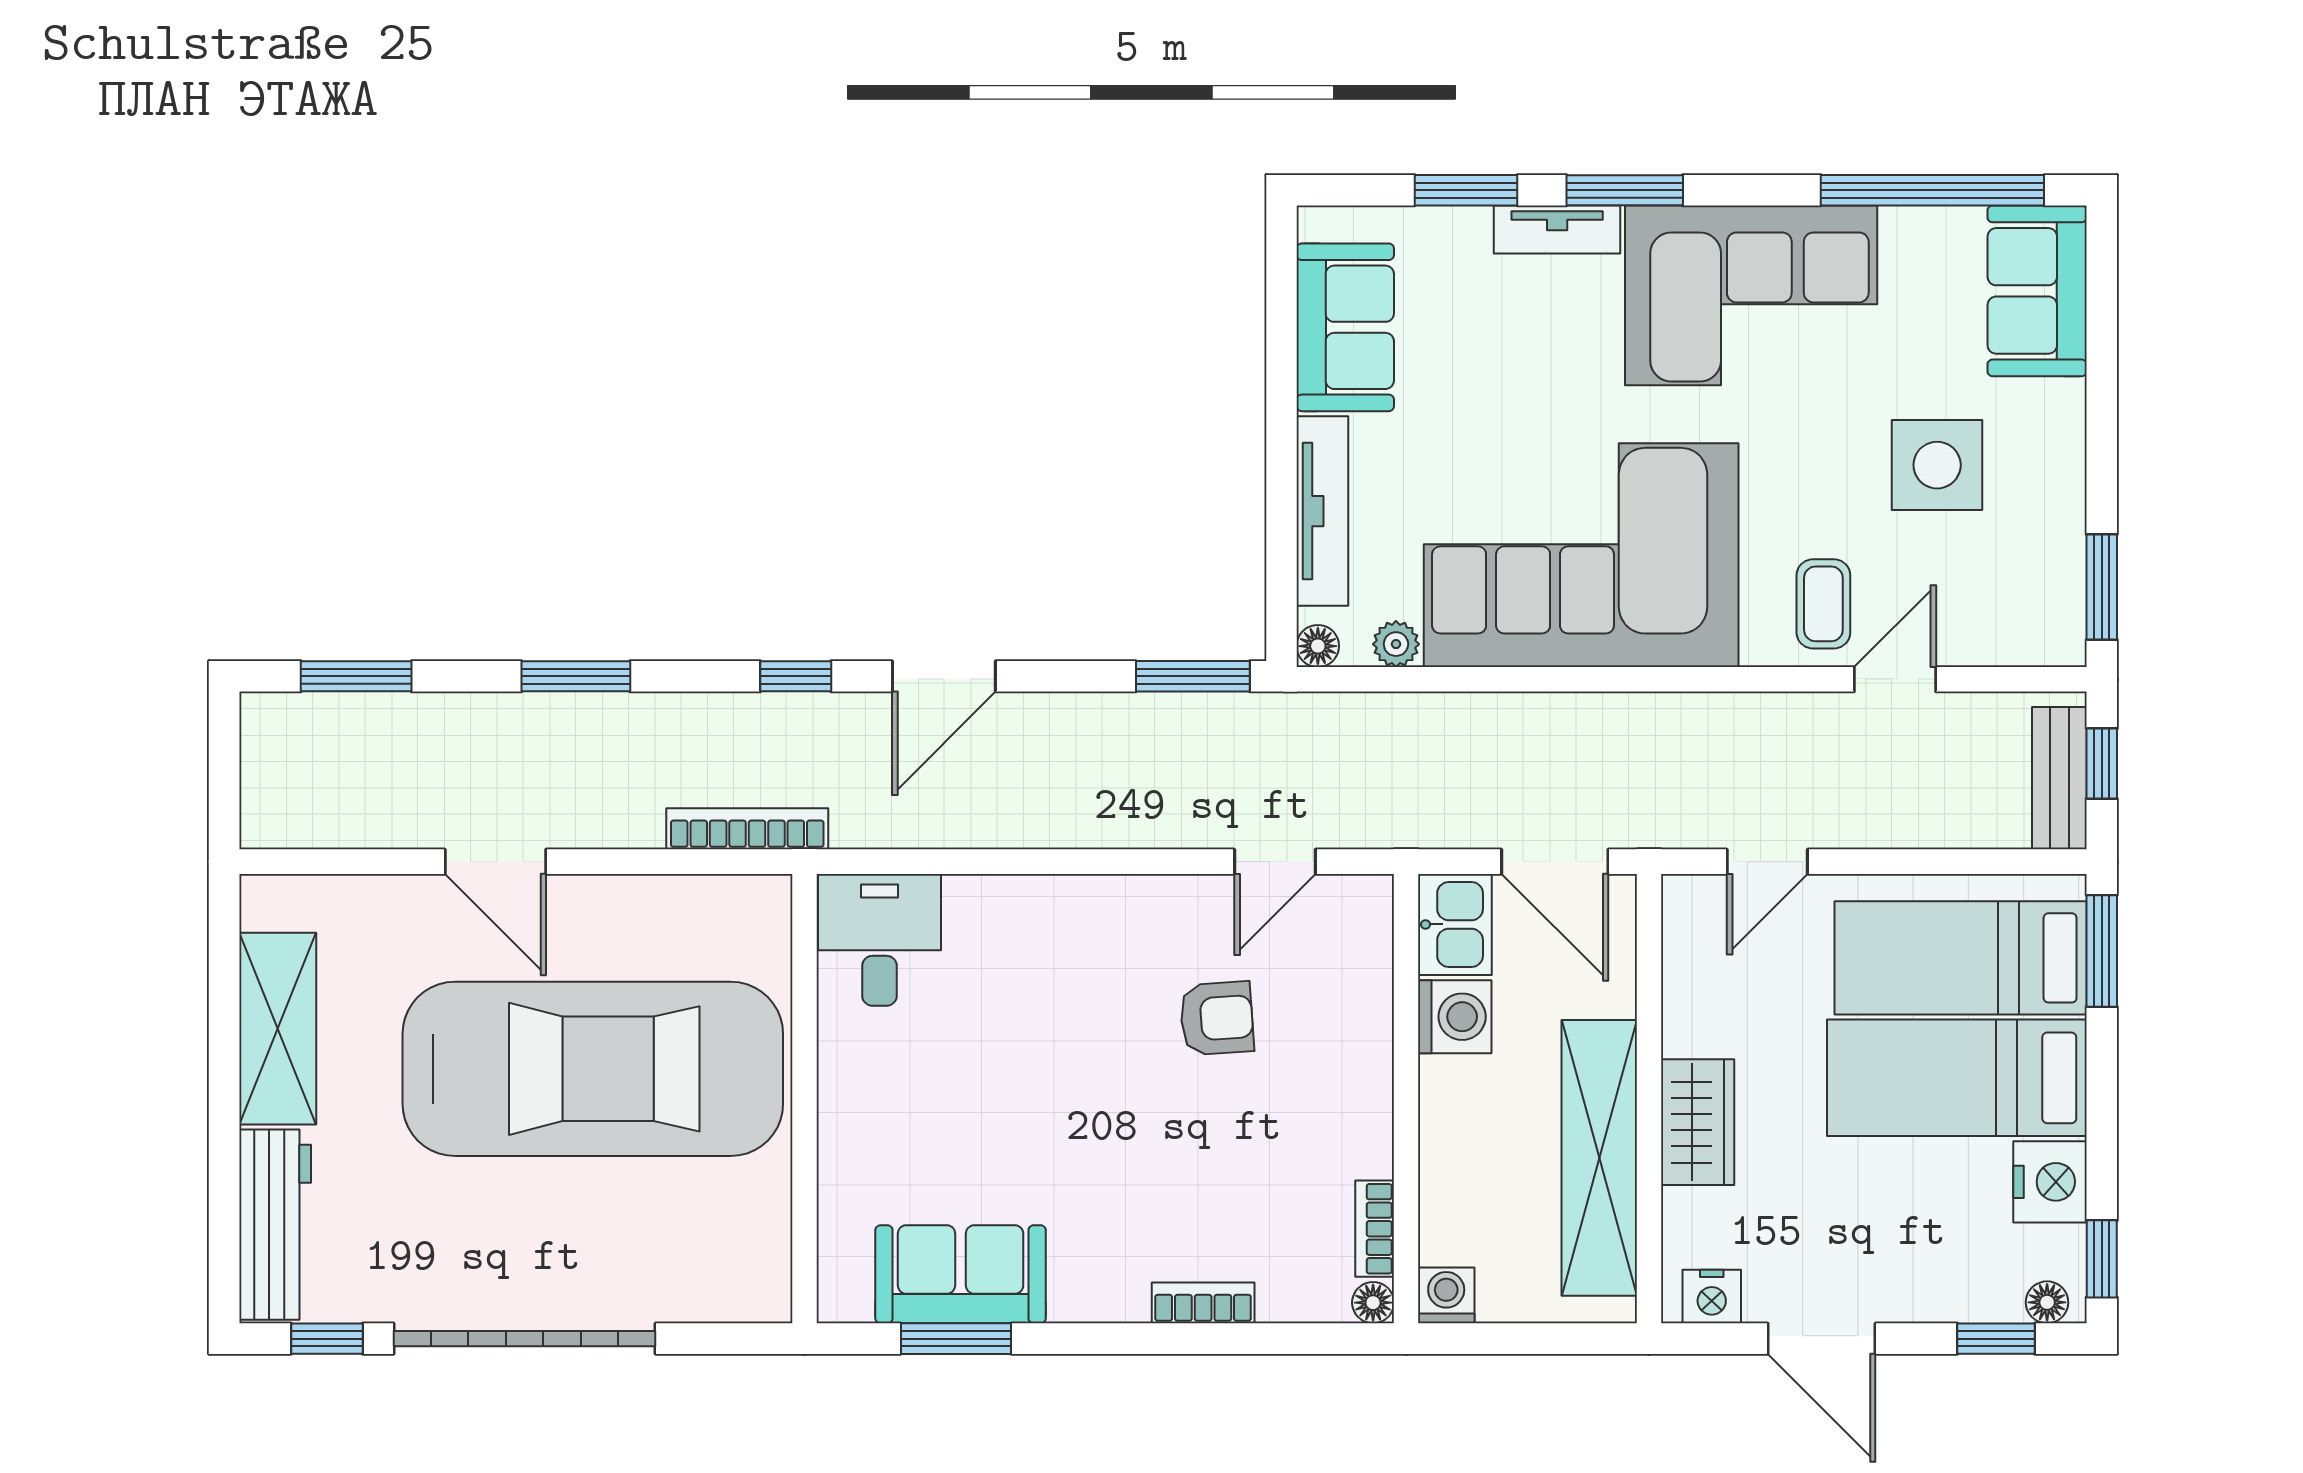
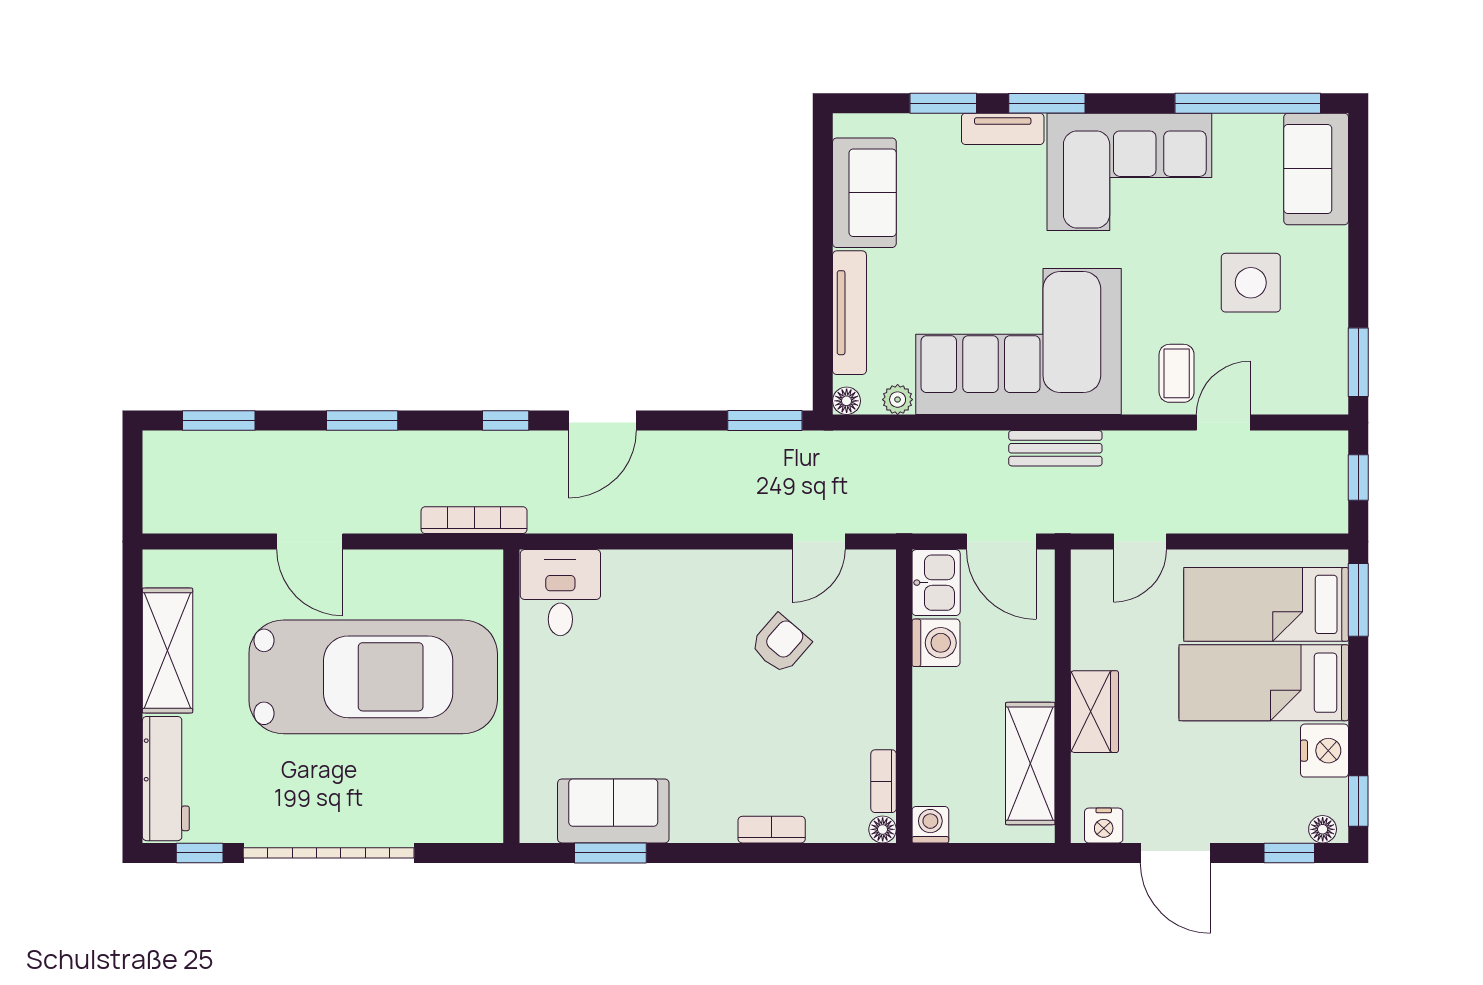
bench: (2059, 778) -> (1055, 448), moved, turned 90
armchair: (1217, 1018) -> (781, 644), turned -45
shelving: (1599, 1158) -> (1030, 764), width x0.68

